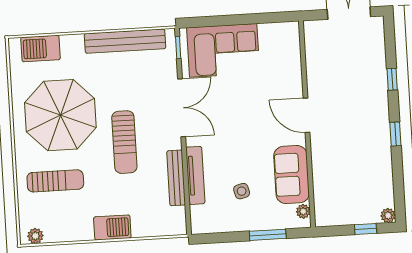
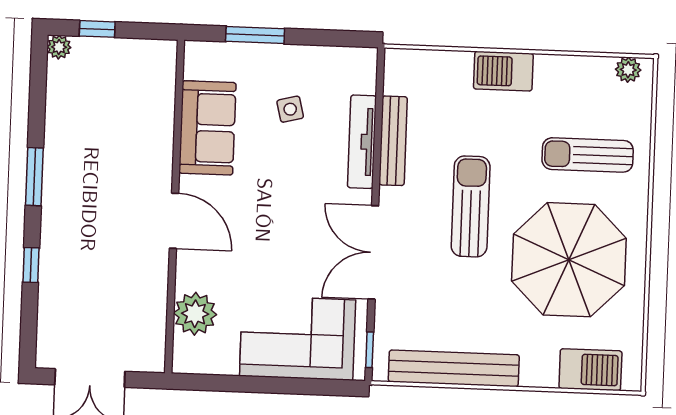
window: (395, 134) -> (34, 177), width x1.50
plant: (303, 211) -> (195, 314), moved, width x1.88, depth x1.88

